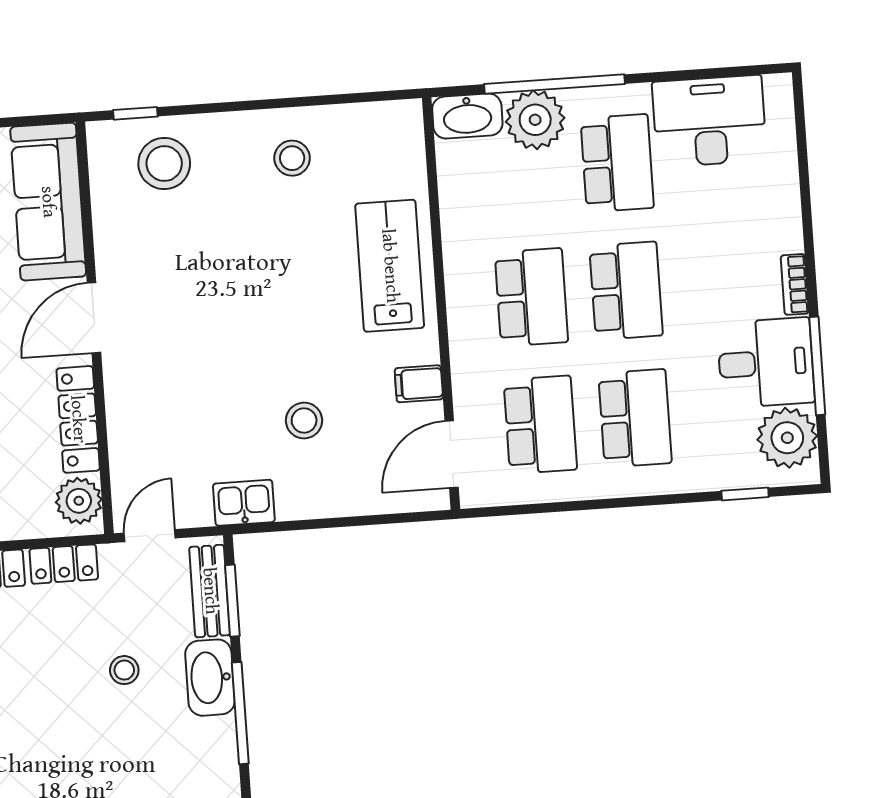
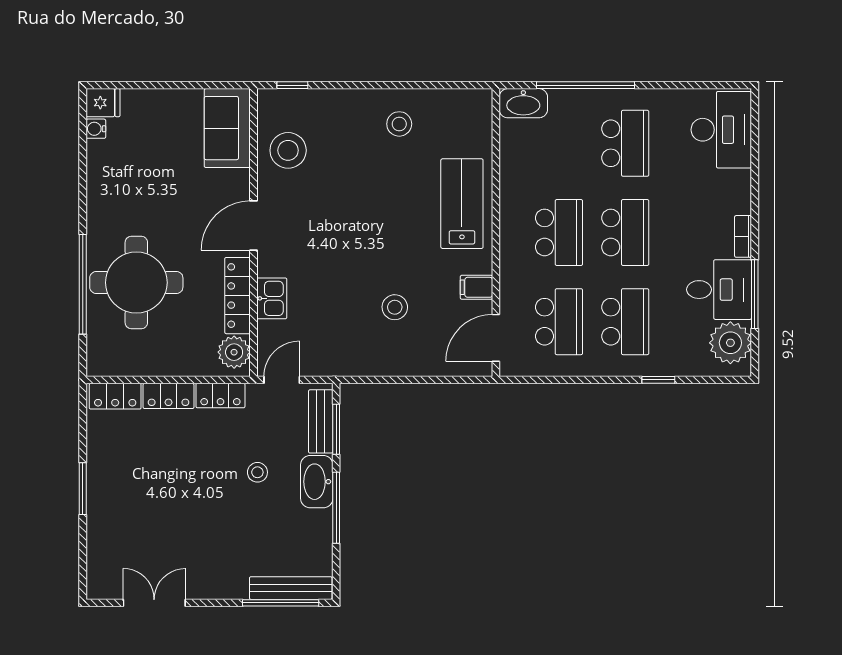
plant: (535, 120) -> (570, 109), removed
desk: (709, 121) -> (721, 130), moved, turned 90
stool: (164, 164) -> (288, 150), moved
sofa: (48, 202) -> (227, 128), width x0.73
window: (745, 494) -> (658, 380), moved
kitchen sink: (244, 503) -> (272, 298), moved, turned 90

